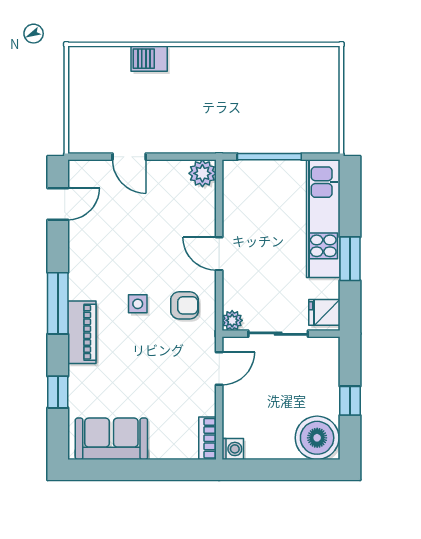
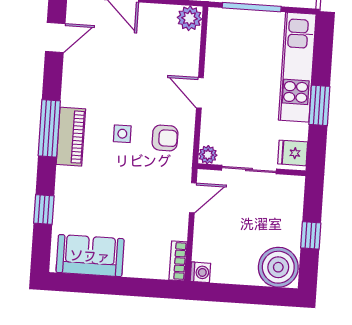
piano: (82, 332) -> (71, 137), moved

